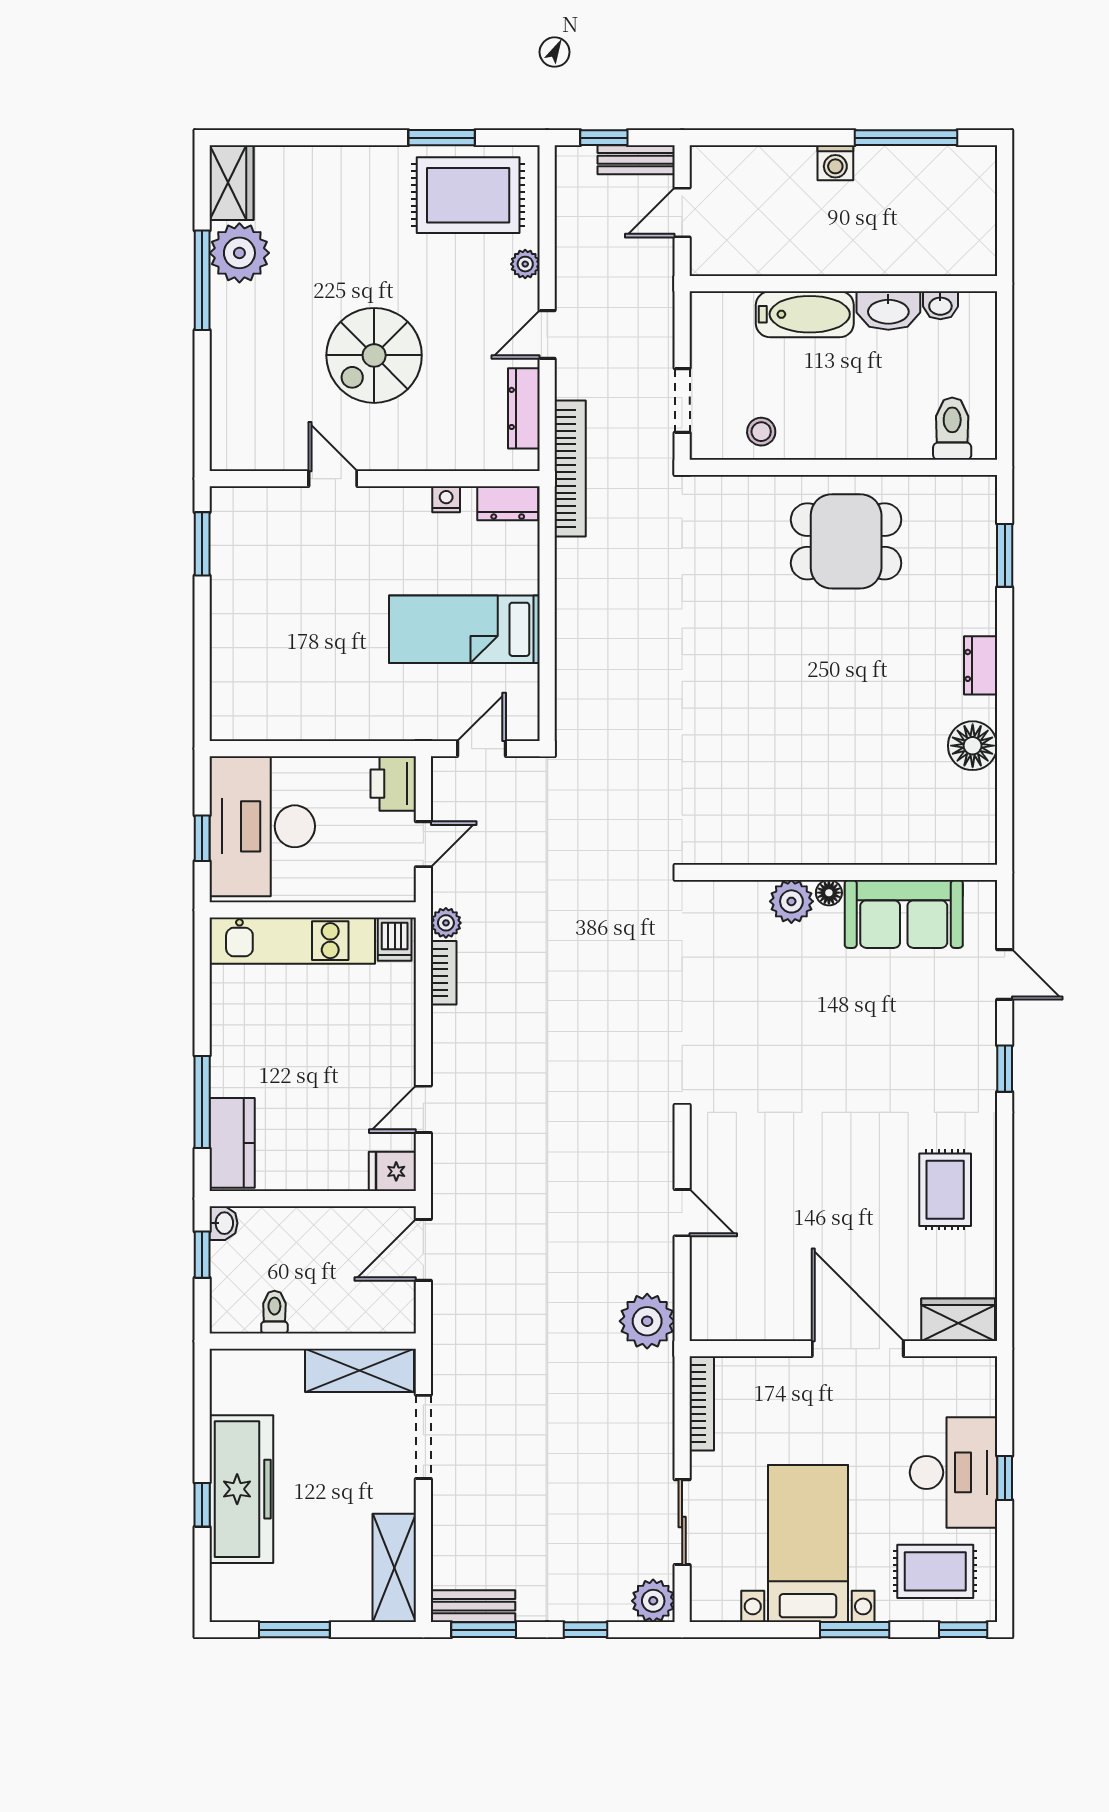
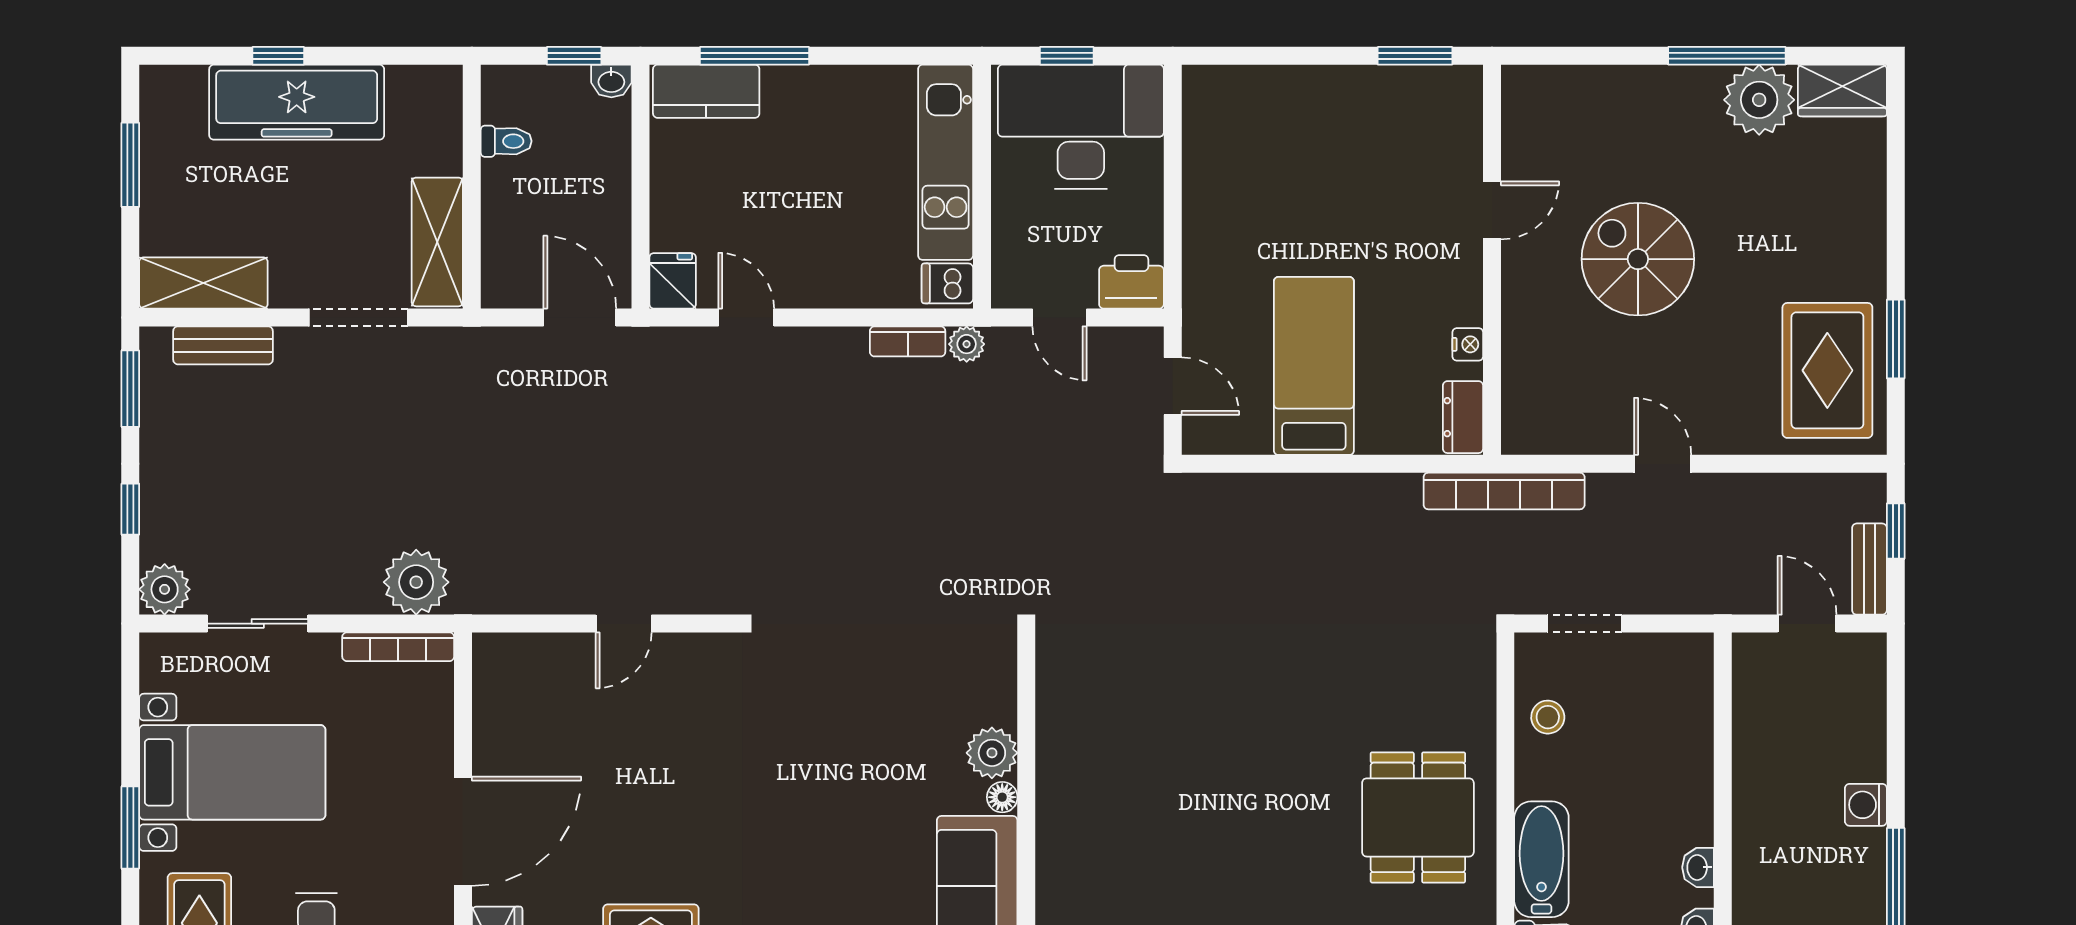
plant: (525, 264) -> (1746, 438), removed
washbasin: (888, 311) -> (1698, 867), width x0.52, depth x0.69
bathtub: (805, 314) -> (1541, 859), moved, turned 180
dresser: (524, 408) -> (1575, 436), removed
plant: (647, 1321) -> (416, 582), moved
bench: (473, 1606) -> (223, 345), moved, turned 90

